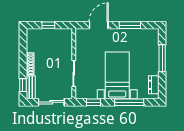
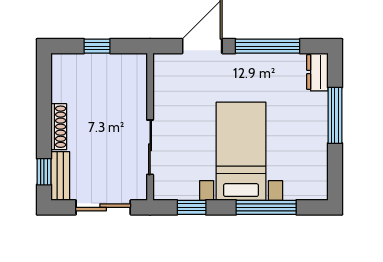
window: (130, 25) -> (268, 46), width x1.44
dresser: (154, 85) -> (317, 72), moved

